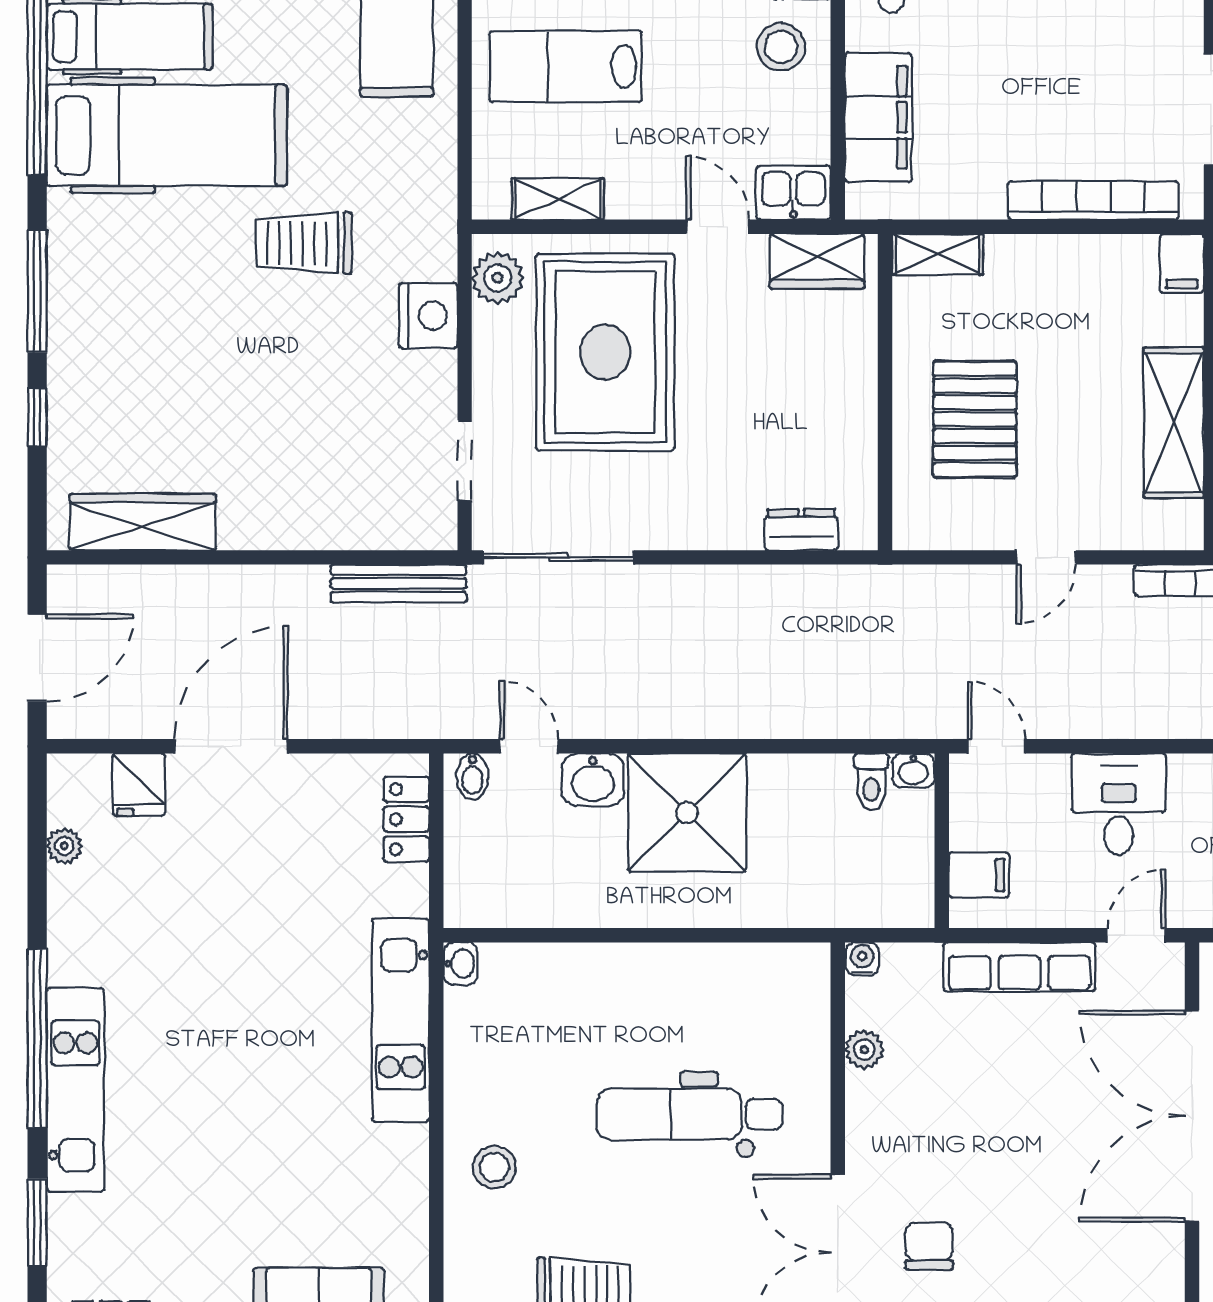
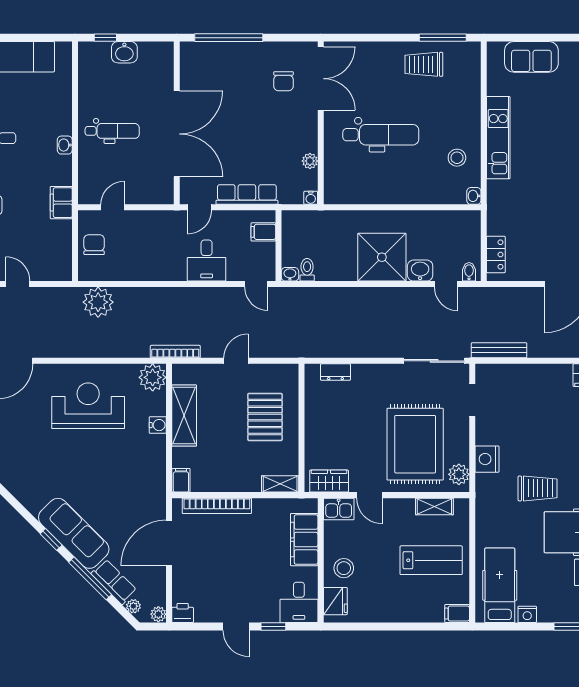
kitchen unit: (401, 1020) -> (498, 138), moved
stool: (494, 1167) -> (457, 158), moved

